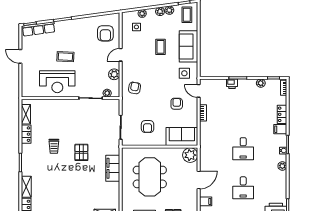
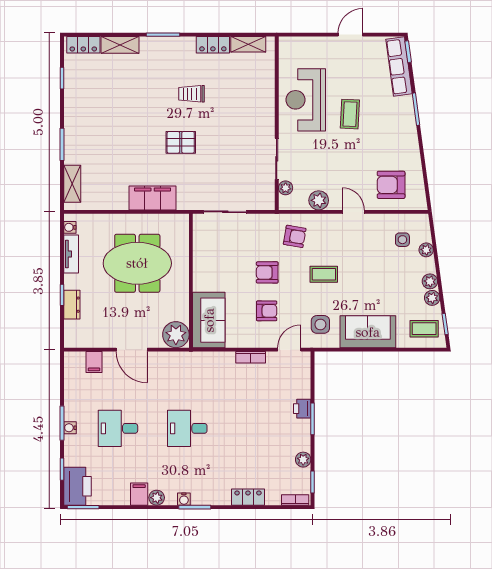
coffee table: (161, 47) -> (324, 274), moved
armchair: (148, 127) -> (267, 272), moved
filing cabinet: (280, 129) -> (139, 494), moved

